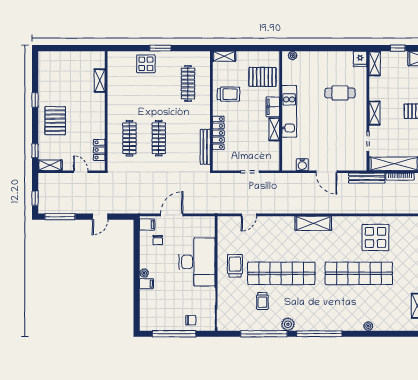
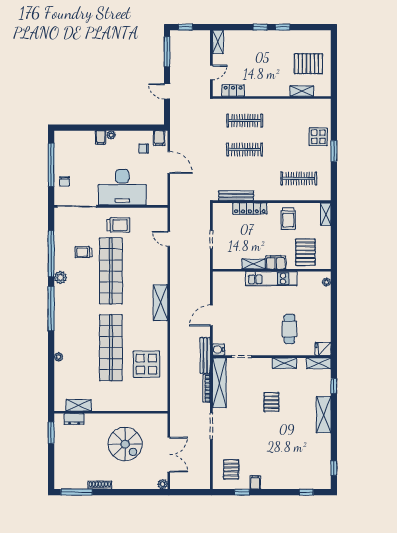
shelving: (375, 113) -> (284, 363), moved
pallet: (55, 121) -> (308, 64), moved
window: (35, 151) -> (260, 27), moved
water cooler: (302, 165) -> (218, 350), moved

